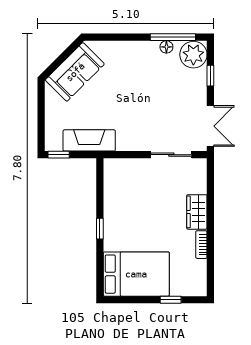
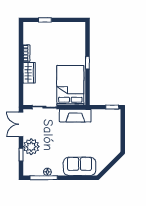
plant: (193, 55) -> (31, 147), moved
sofa: (75, 72) -> (80, 166), moved, turned 45
fireplace: (89, 140) -> (75, 116), moved
bed: (136, 274) -> (70, 85), moved, turned 90

